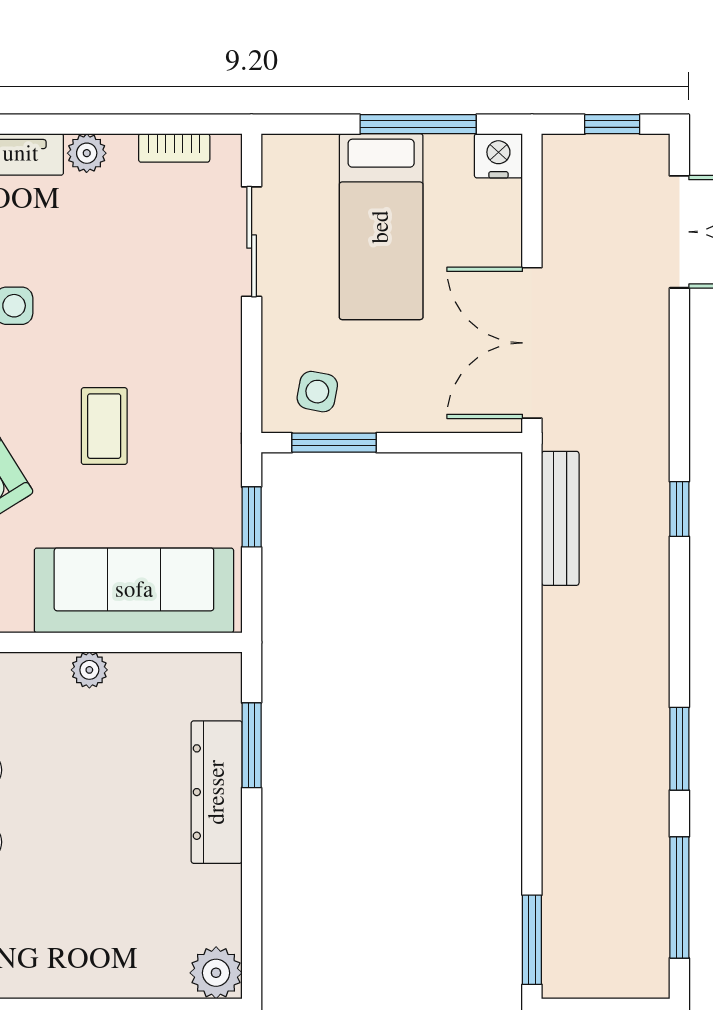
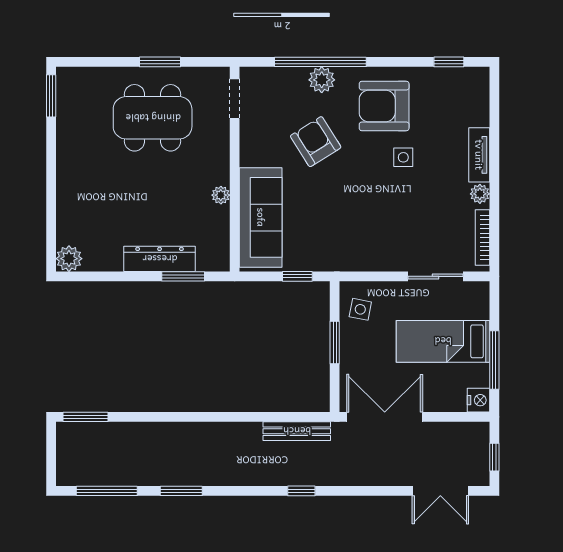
bookcase: (174, 148) -> (482, 238), width x1.56
coffee table: (104, 426) -> (343, 203), removed
window: (334, 443) -> (335, 343), moved

